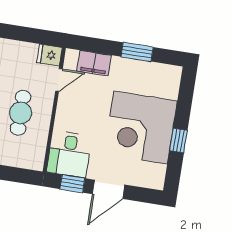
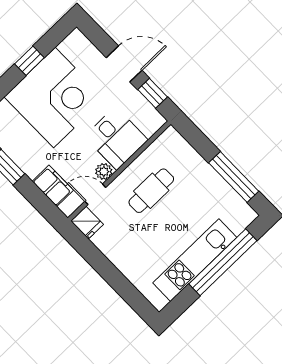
plant: (65, 101) -> (104, 172), added
desk: (69, 154) -> (116, 138), moved, turned 90

